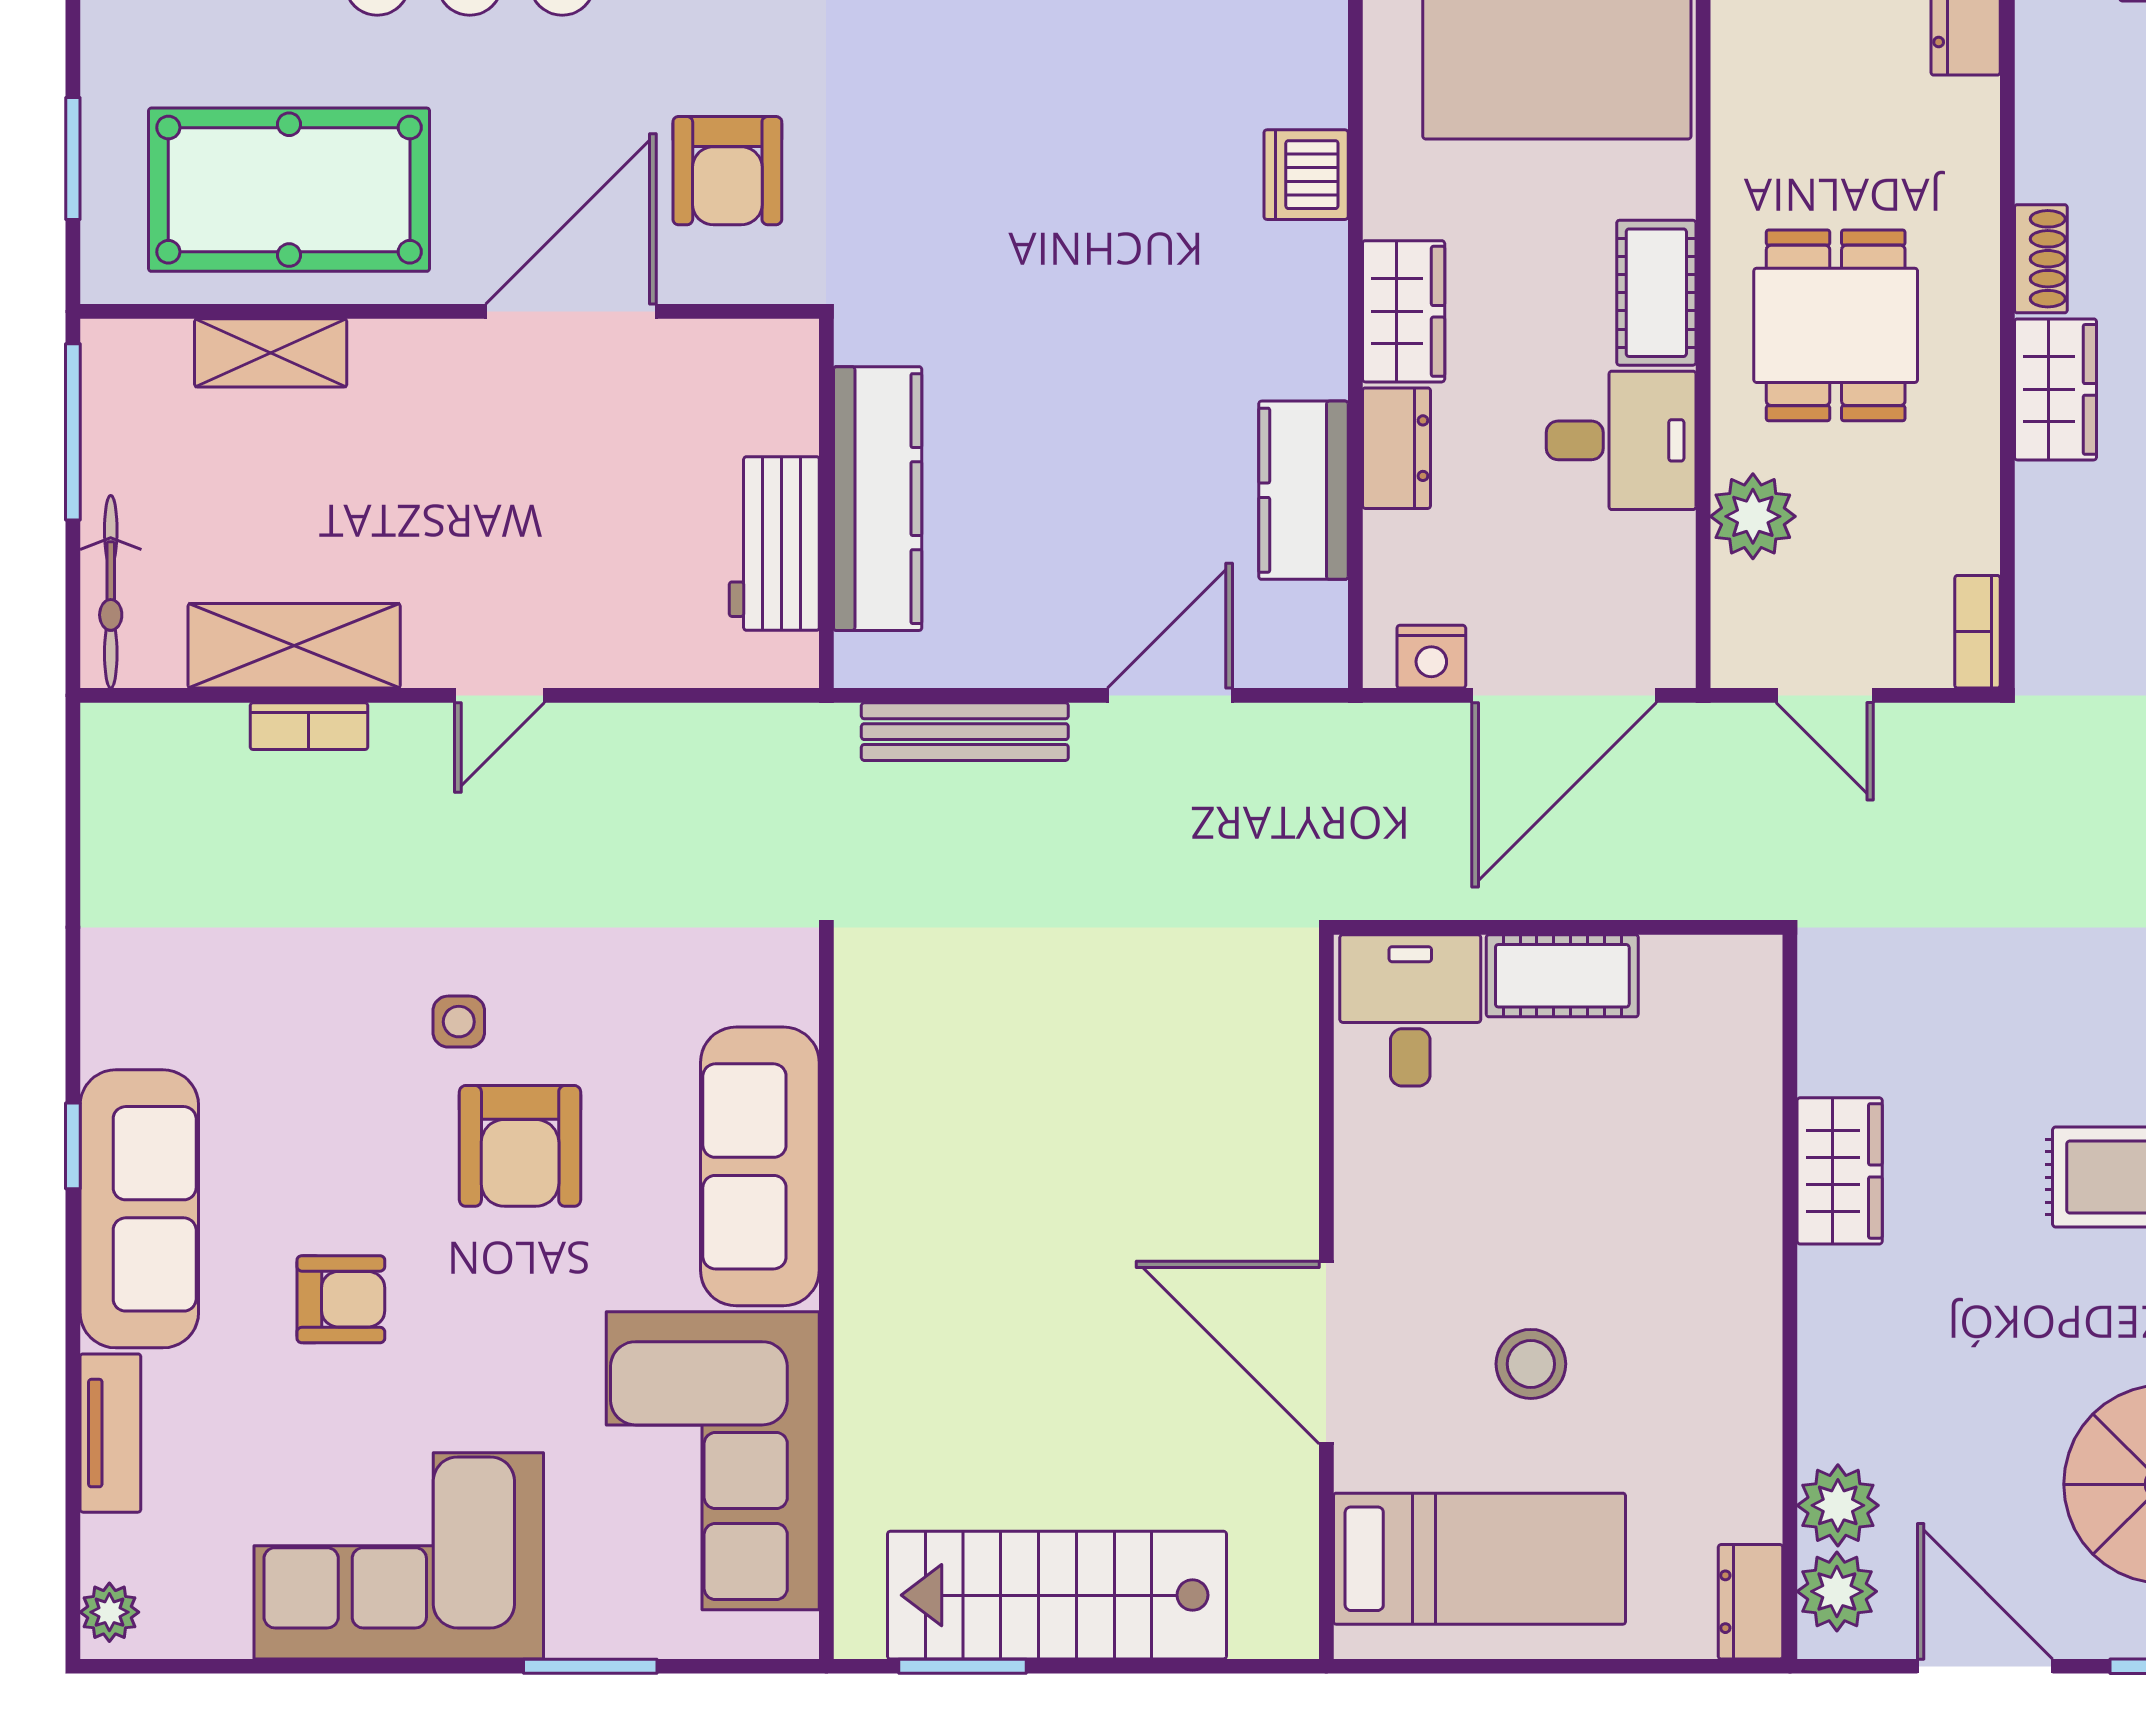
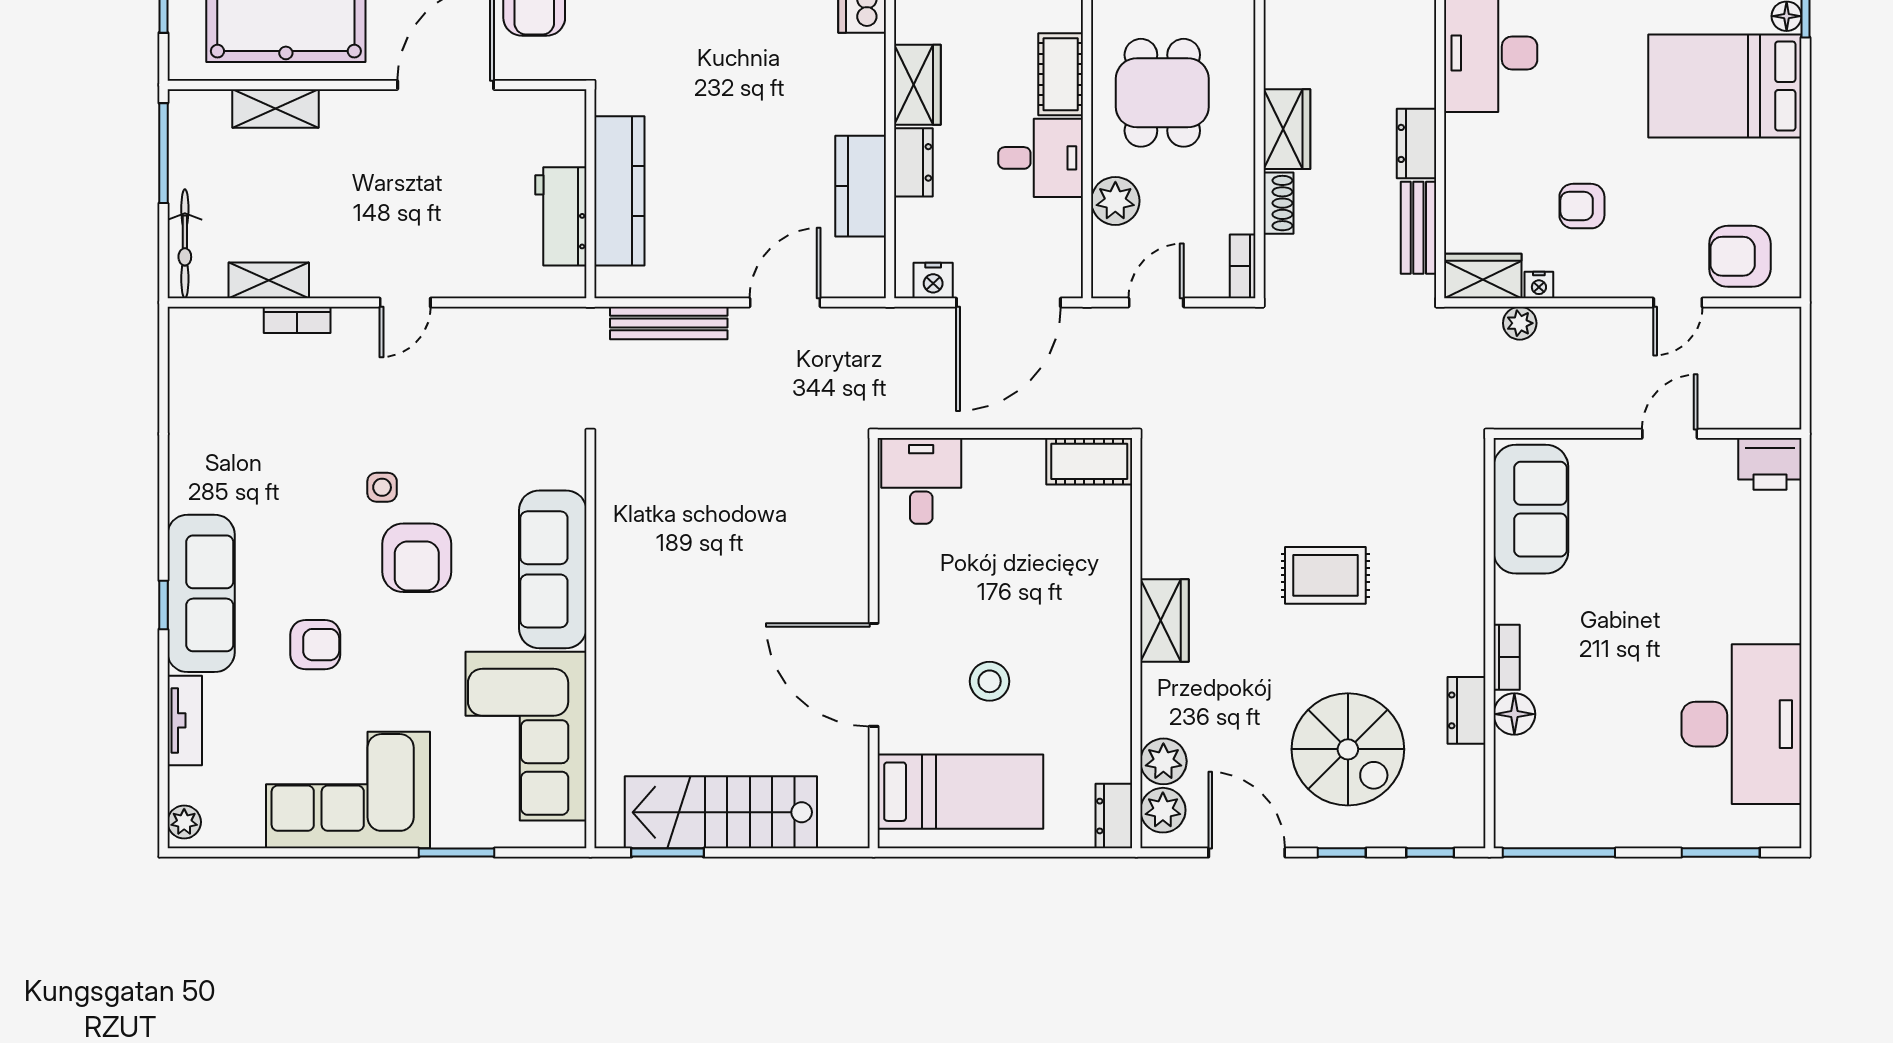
shoe rack: (2041, 259) -> (1279, 203), moved
shelving: (294, 646) -> (269, 280), width x0.67, depth x0.75
door: (1825, 695) -> (1156, 302), swing flipped
cot: (1562, 976) -> (1089, 461), moved
window: (73, 1146) -> (163, 605), moved
wardrobe: (1840, 1171) -> (1165, 621), moved

